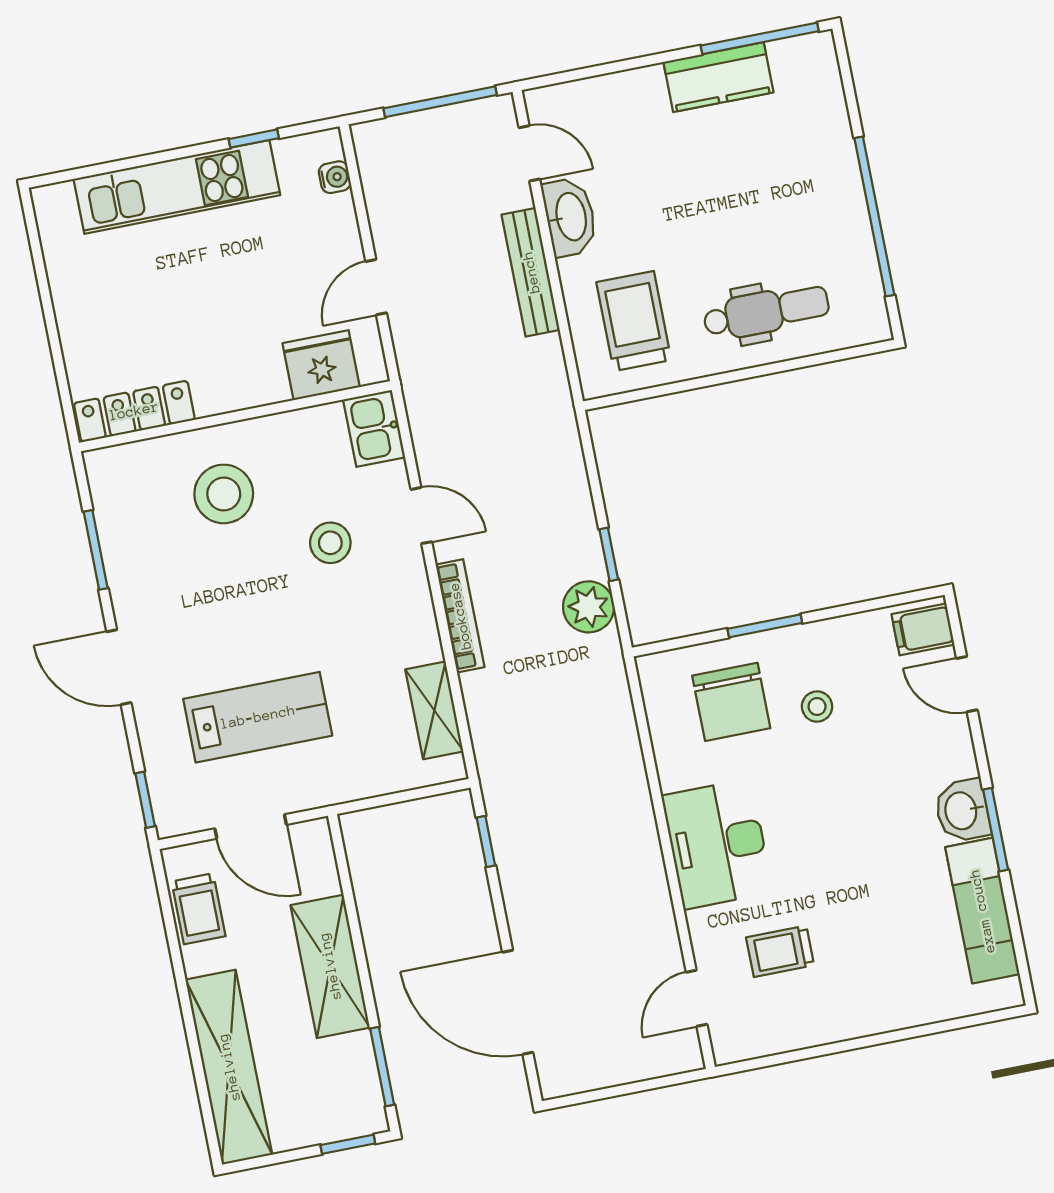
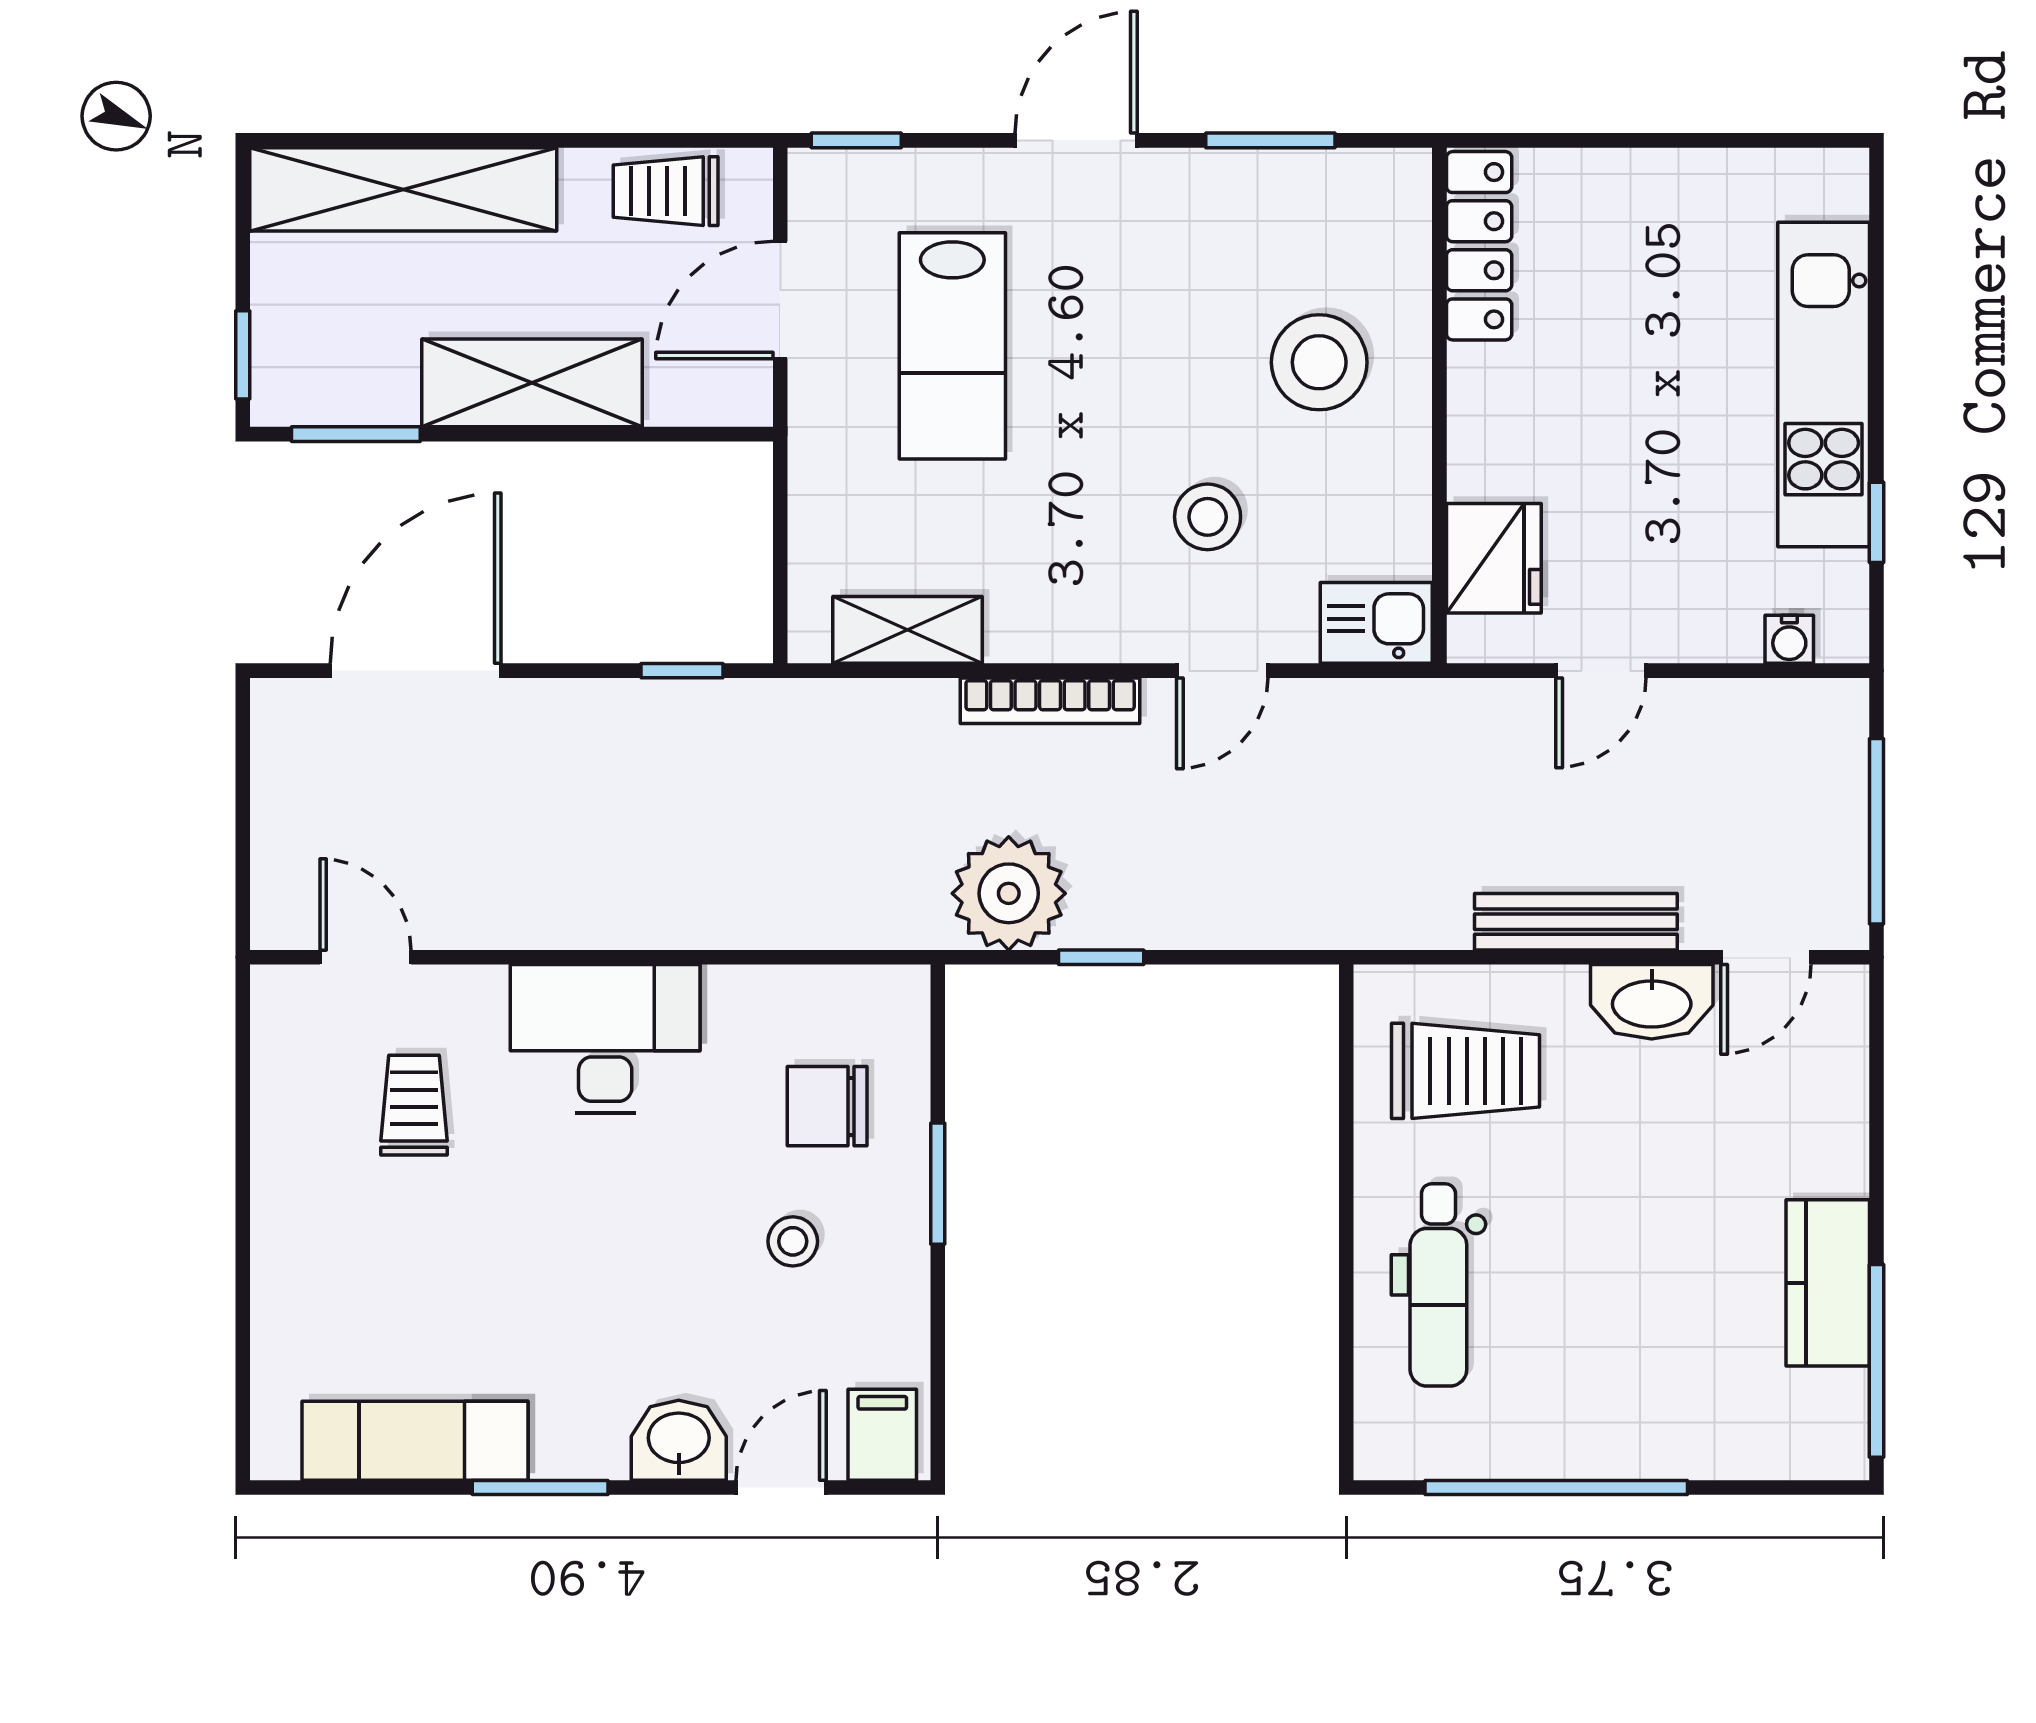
door: (376, 287) -> (1601, 671), swing flipped
plant: (589, 607) -> (1009, 893), width x1.36, depth x1.36
chair: (731, 702) -> (827, 1106), width x0.73, depth x0.73
washbasin: (962, 811) -> (679, 1440), moved

